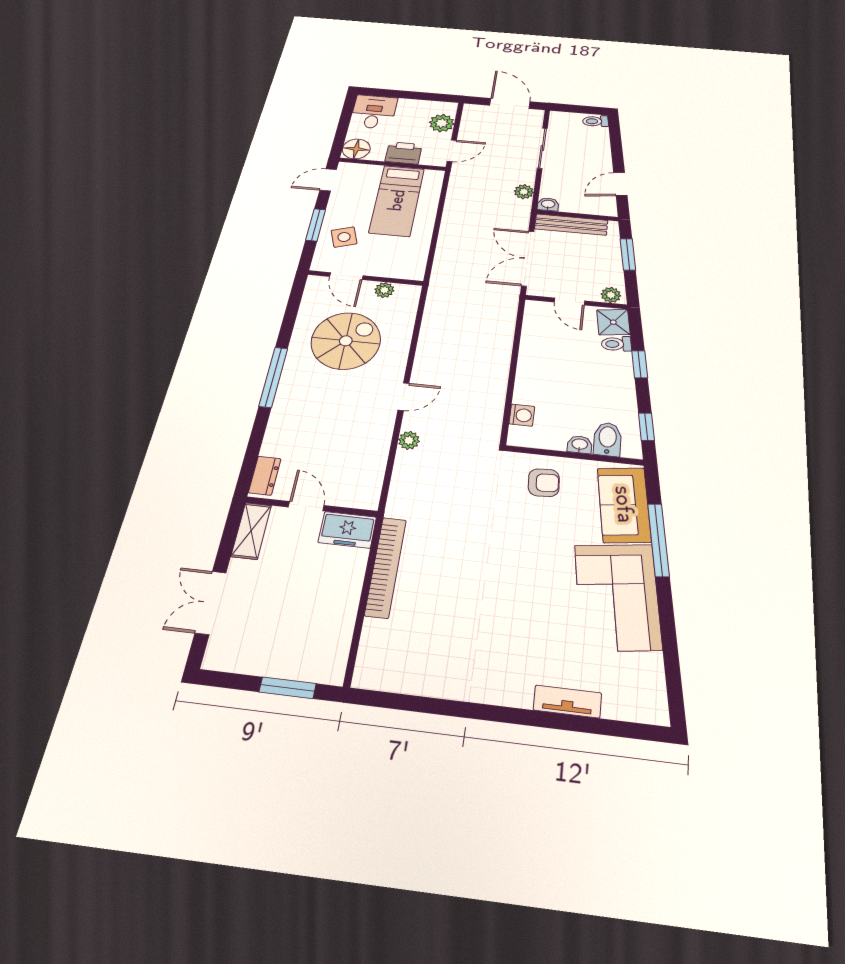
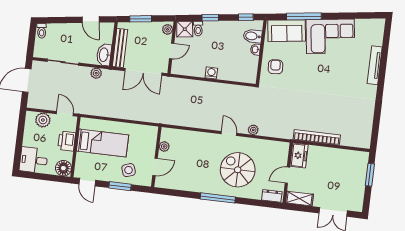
washbasin: (548, 204) -> (104, 55), width x1.91, depth x1.45
spiral stairs: (346, 341) -> (238, 170), moved
washing machine: (522, 415) -> (211, 73), moved
tv unit: (567, 701) -> (375, 65), width x1.41

